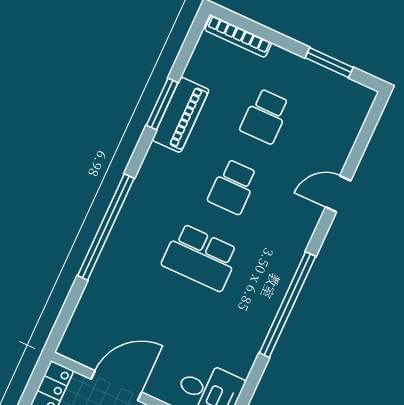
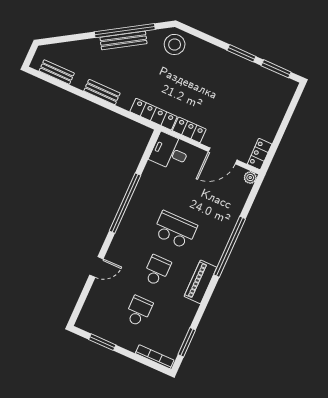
window: (162, 104) -> (187, 342), moved
piano: (181, 115) -> (200, 282), moved
plant: (69, 347) -> (250, 178), added

